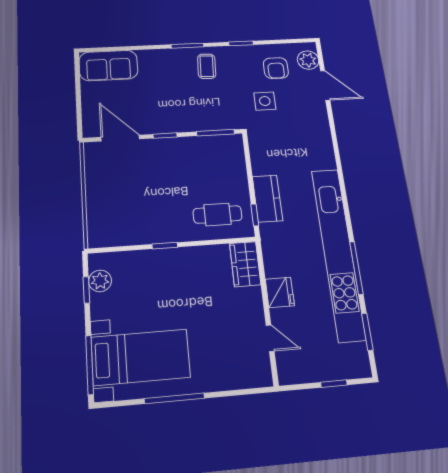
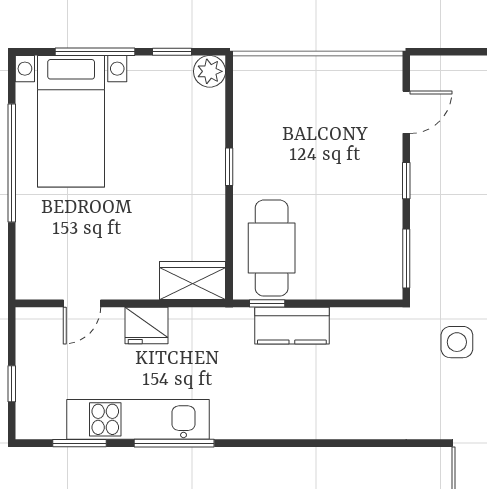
door: (120, 138) -> (406, 112), width x0.73
cafe table: (217, 215) -> (272, 248), width x1.37, depth x1.35
kitchen unit: (338, 253) -> (138, 419), width x0.54
plant: (100, 281) -> (210, 71), moved
window: (90, 365) -> (95, 52), moved
window: (174, 398) -> (12, 163), width x1.46

